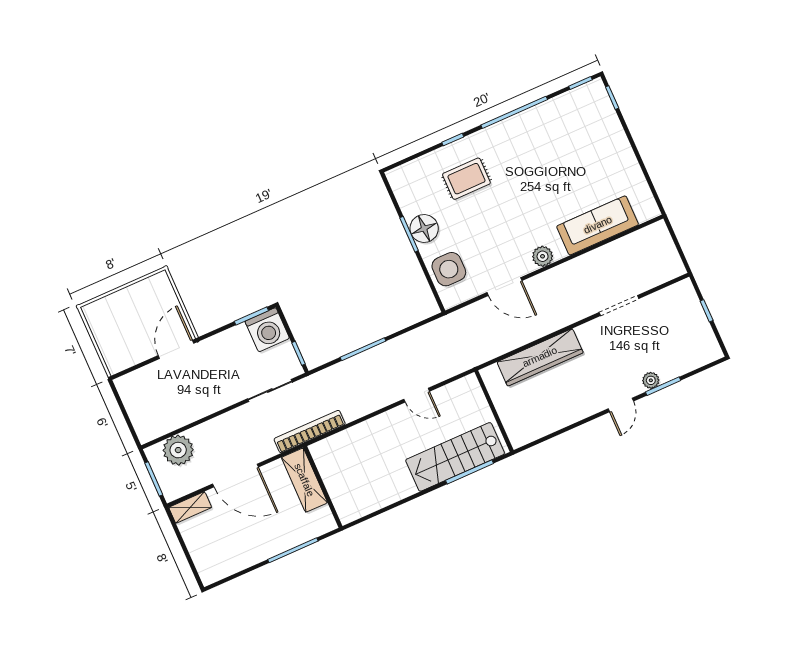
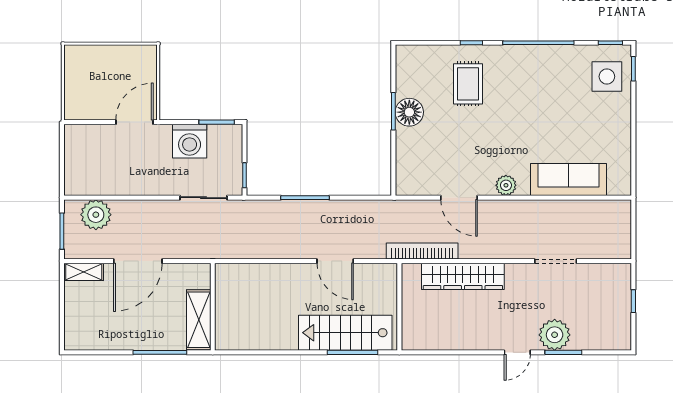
rug: (466, 179) -> (468, 84), turned 90
side table: (449, 269) -> (607, 77), moved
washing machine: (267, 330) -> (190, 141), moved
plant: (651, 380) -> (555, 335), width x1.88, depth x1.88
door: (417, 395) -> (335, 261), width x1.38
bookcase: (310, 432) -> (422, 251), moved
door: (235, 475) -> (138, 261), hinge flipped
shelving: (304, 480) -> (199, 320), moved

